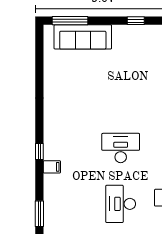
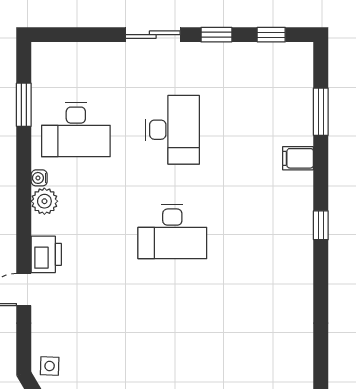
filing cabinet: (52, 167) -> (298, 158), moved

